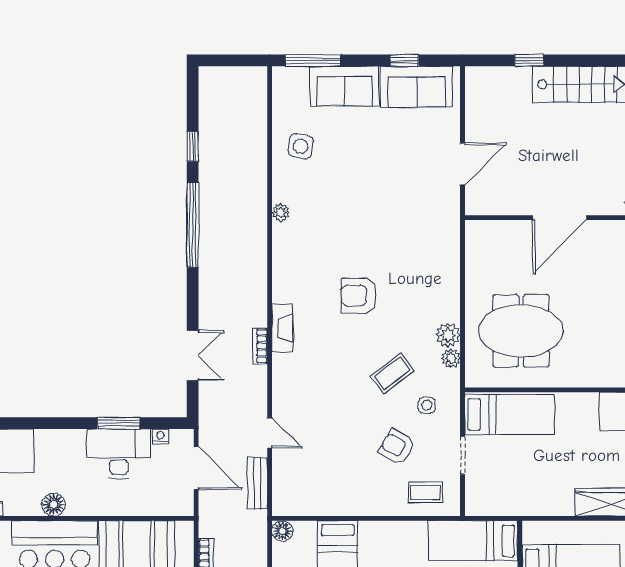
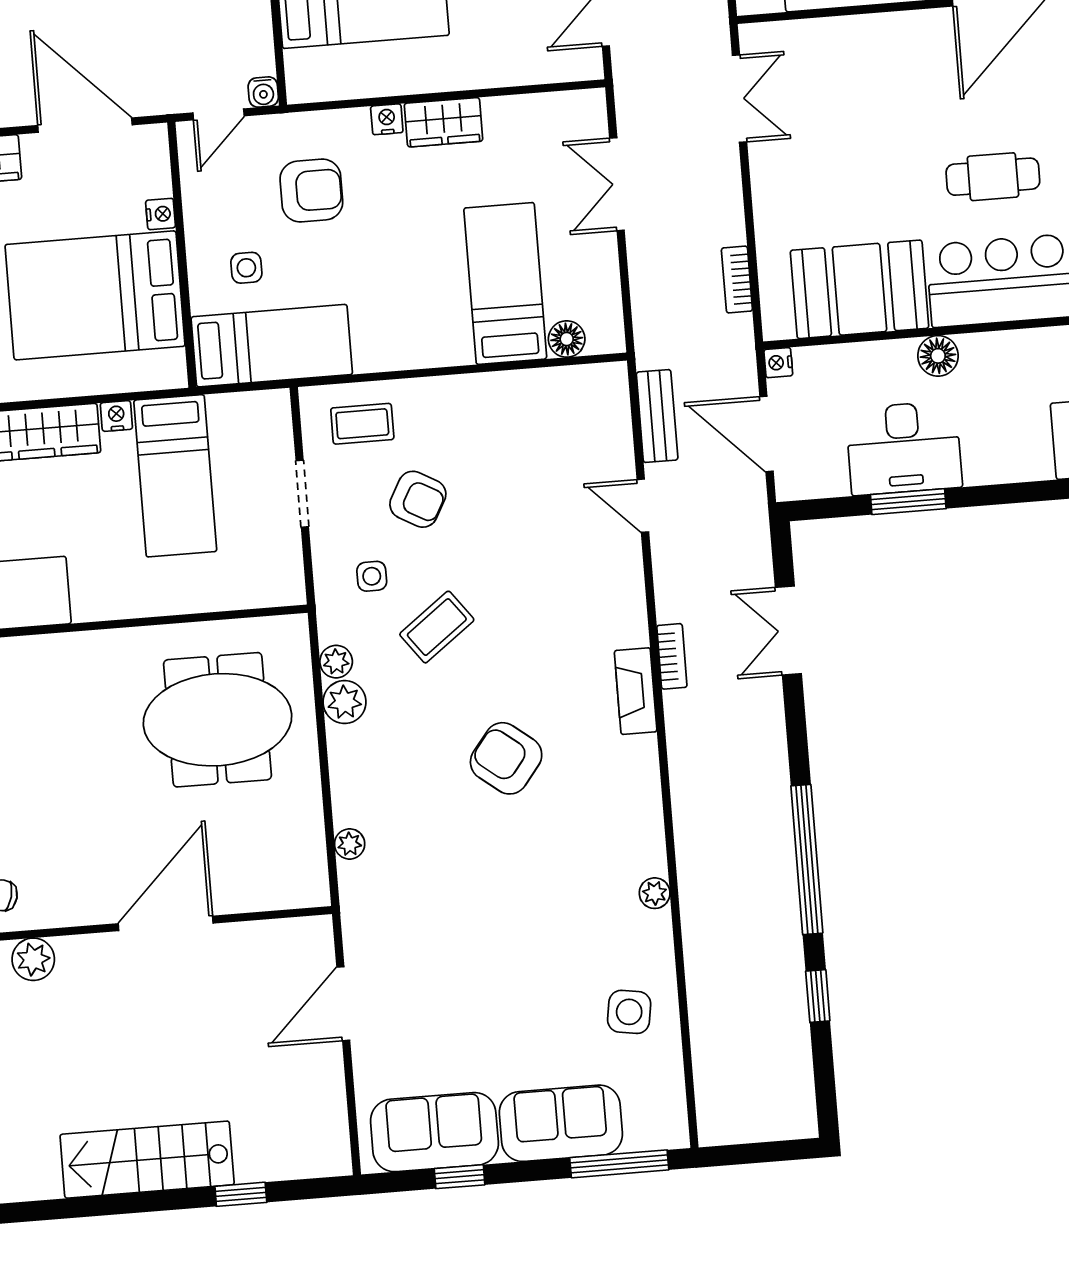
plant: (452, 254) -> (350, 844), added
armchair: (359, 296) -> (506, 758), turned -142
bed: (510, 414) -> (175, 476), moved, turned -90
nightstand: (160, 436) -> (778, 363), moved, turned 90
floor lamp: (54, 505) -> (938, 356), moved
nightstand: (564, 508) -> (116, 416), added
floor lamp: (282, 531) -> (567, 339), moved

